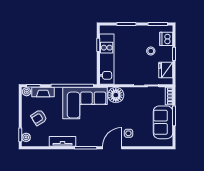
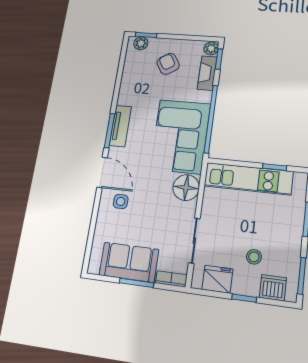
tv unit: (62, 141) -> (120, 126), moved

